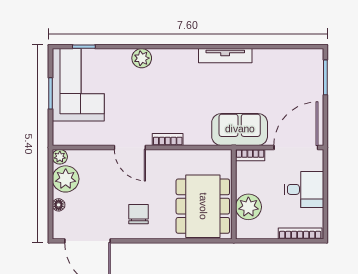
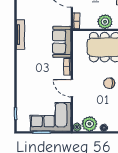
plant: (142, 58) -> (22, 81), removed
corner sofa: (78, 85) -> (50, 117), moved
sofa: (240, 129) -> (62, 42), moved
door: (130, 147) -> (72, 88), swing flipped

